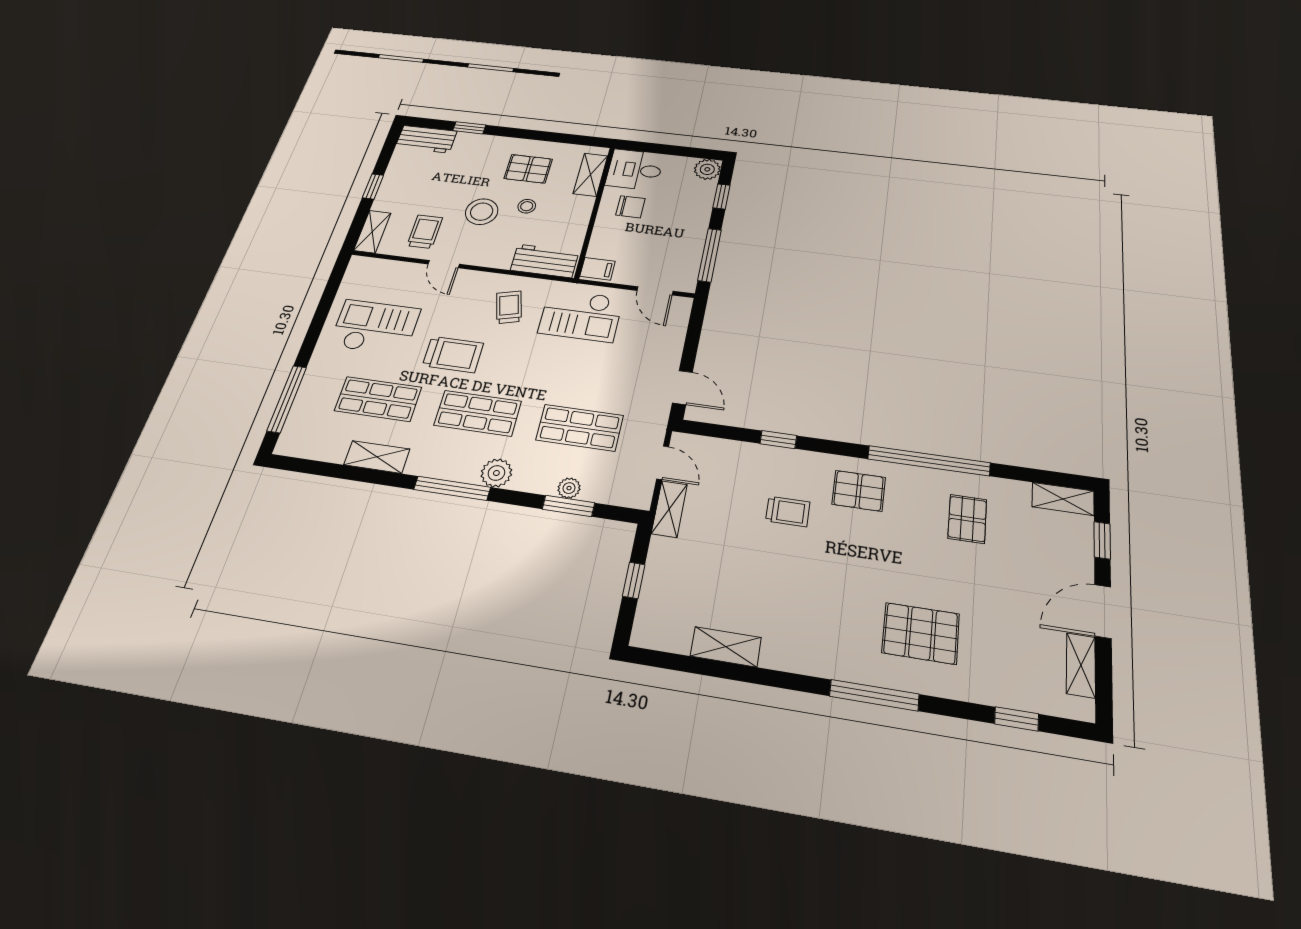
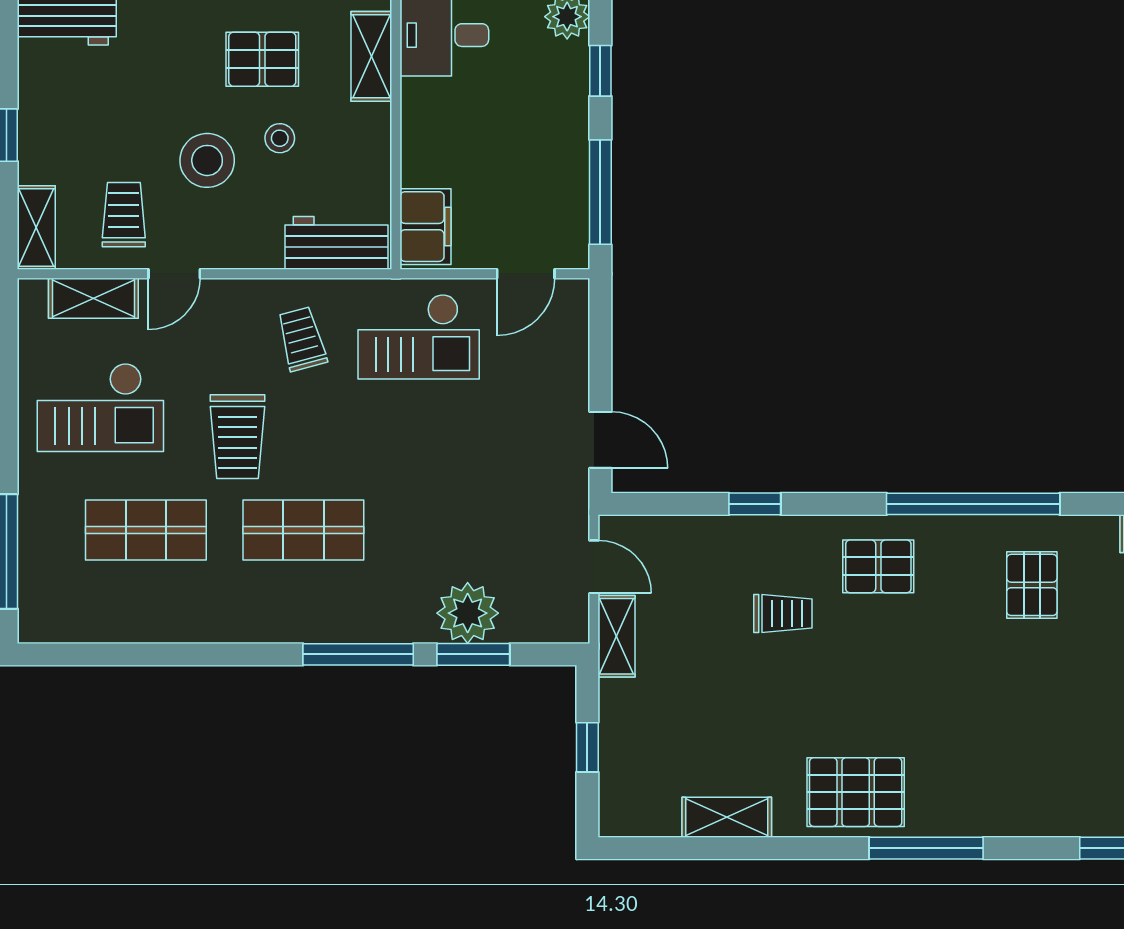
chair: (630, 207) -> (453, 114), removed
door: (444, 264) -> (174, 274), hinge flipped
filing cabinet: (598, 269) -> (426, 227), width x2.00
door: (655, 291) -> (526, 274), hinge flipped
checkout: (375, 327) -> (100, 407), turned 180
trolley: (453, 354) -> (237, 437), turned 90
shop shelf: (580, 428) -> (461, 530), removed
shelving: (377, 457) -> (93, 298), moved
plant: (496, 473) -> (357, 621), removed
window: (452, 488) -> (358, 654), moved
plant: (569, 488) -> (468, 613), width x1.88, depth x1.88
pallet: (921, 633) -> (856, 792), moved

